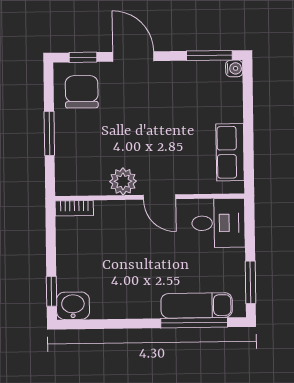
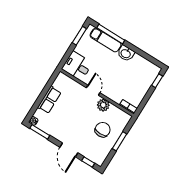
chair: (82, 92) -> (103, 130), moved, turned 180
row of seats: (230, 152) -> (49, 100), moved
washbasin: (73, 306) -> (126, 53), moved

